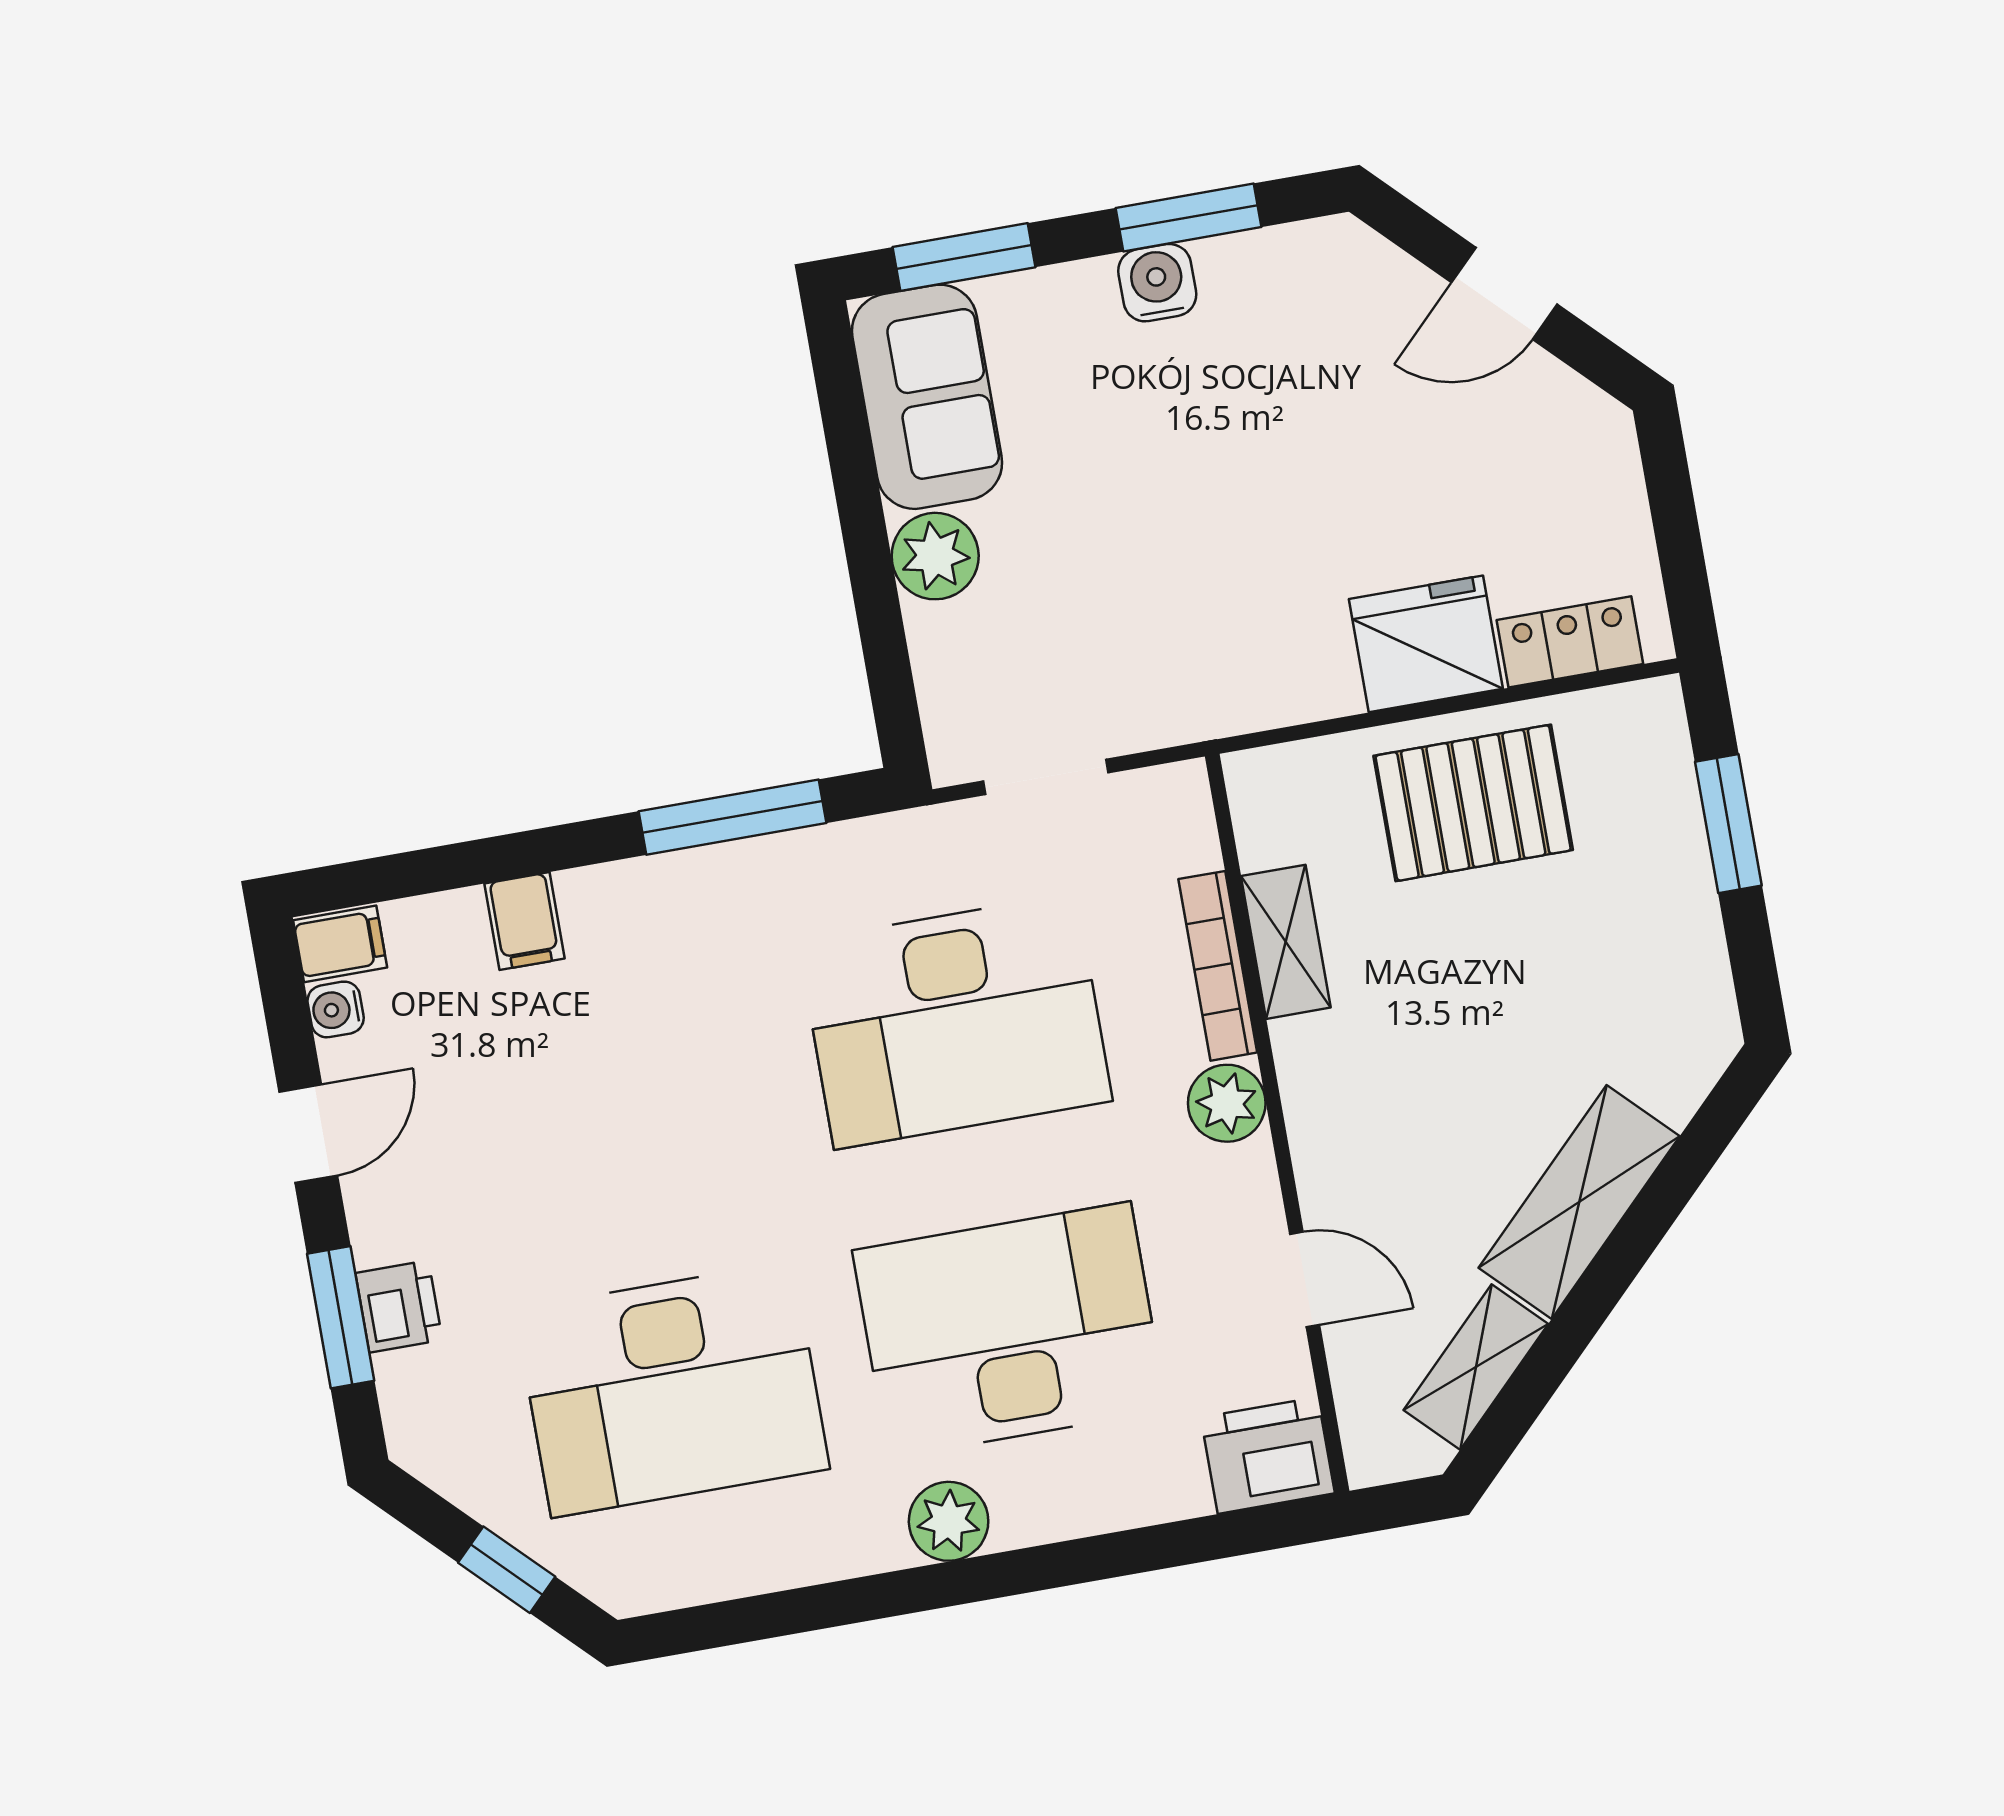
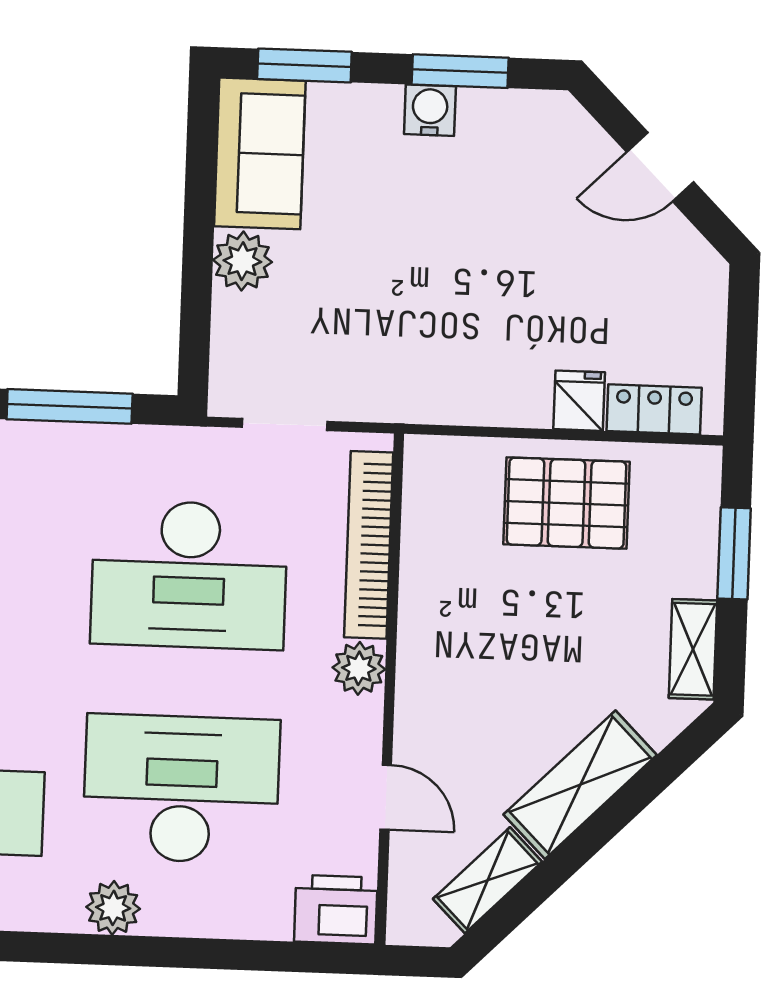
fridge: (1426, 644) -> (579, 401), width x0.53, depth x0.75
shelving: (1286, 942) -> (693, 649), moved
bookcase: (1218, 966) -> (369, 545), width x1.48, depth x1.31

